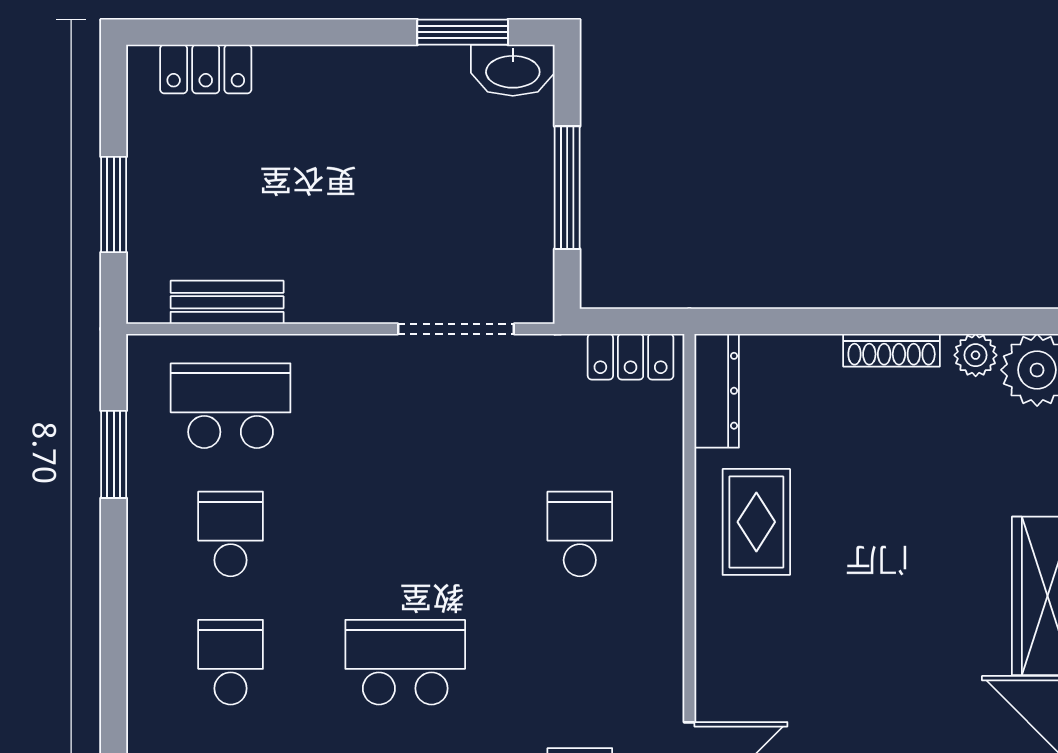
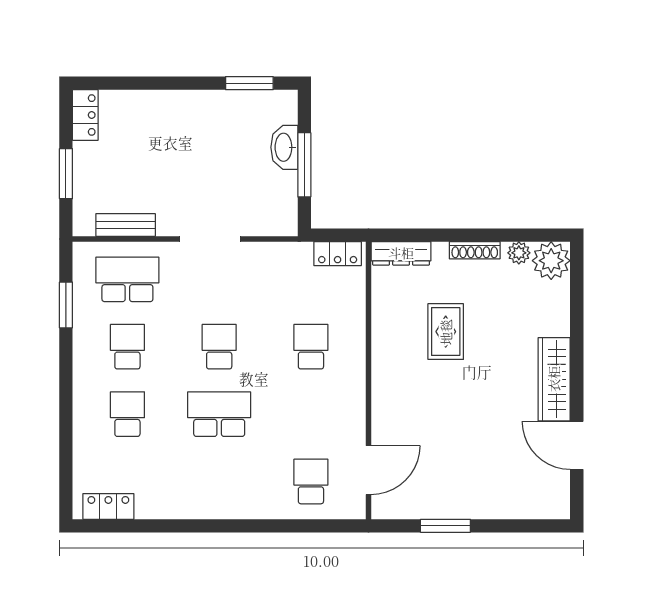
locker: (206, 69) -> (85, 115), moved, turned -90
washbasin: (513, 70) -> (284, 147), moved, turned 90
doorway: (456, 329) -> (210, 239), moved
dresser: (717, 391) -> (401, 253), moved, turned 90
rug: (756, 522) -> (446, 332), moved
school desk: (405, 534) -> (219, 347), added

